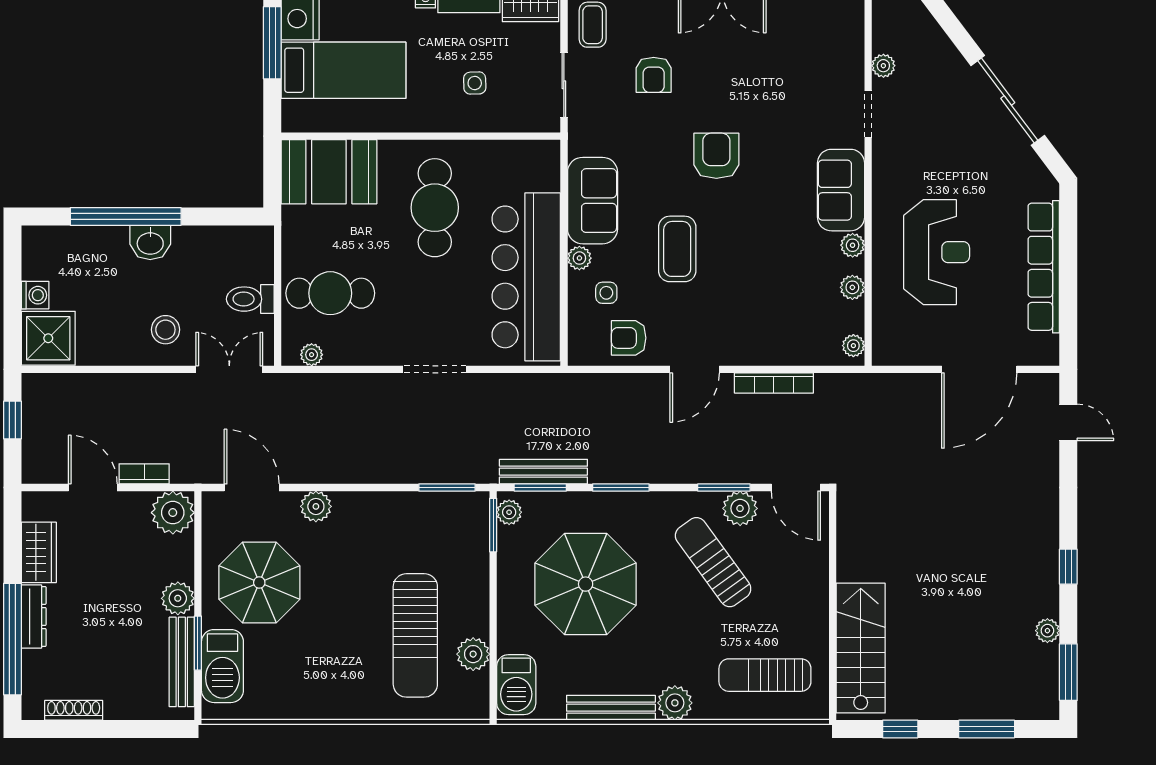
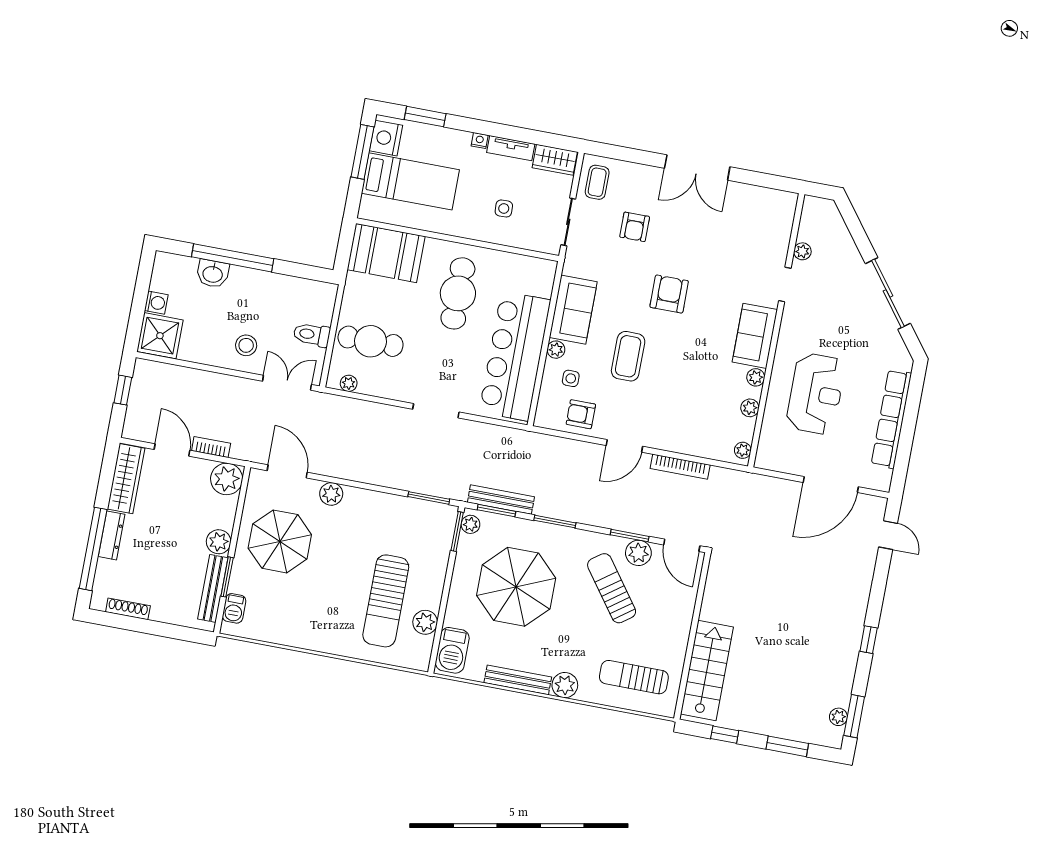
washbasin: (150, 242) -> (213, 274), moved
wardrobe: (39, 552) -> (126, 479), width x1.50
plant: (1047, 631) -> (838, 717), moved
barbecue: (222, 666) -> (234, 608), width x0.53, depth x0.65

